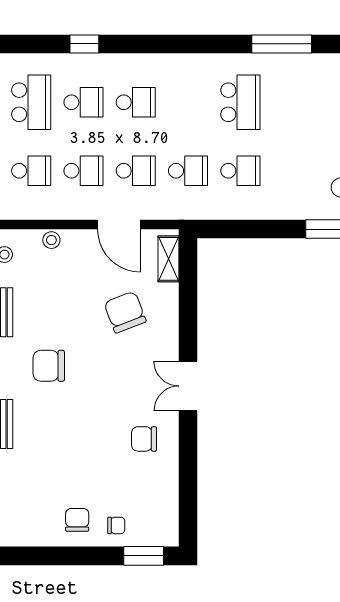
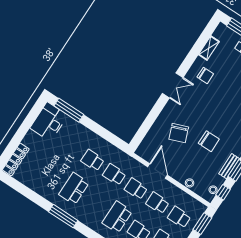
window: (282, 44) -> (63, 216), moved
school desk: (136, 102) -> (117, 217), width x1.85
shelving: (169, 259) -> (209, 48), moved
chair: (49, 366) -> (209, 141), moved

